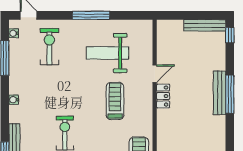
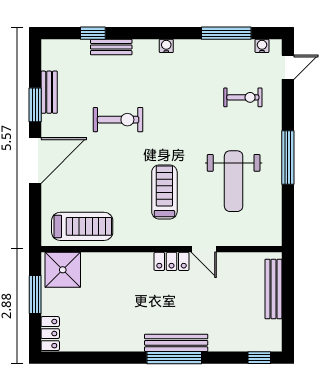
bench: (205, 25) -> (273, 289), moved
exercise bike: (49, 47) -> (243, 97), width x0.73, depth x0.72
weight bench: (107, 53) -> (234, 181), turned 180
treadmill: (115, 101) -> (164, 192), turned -90

